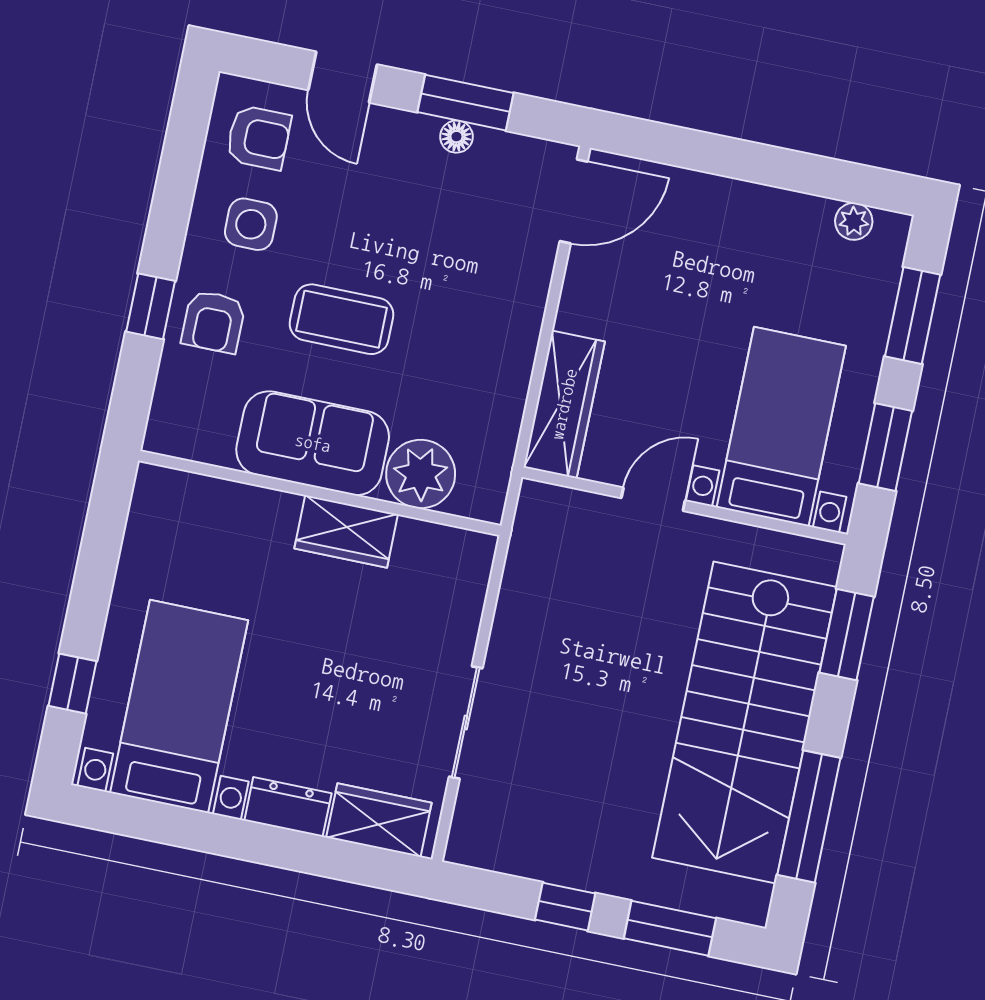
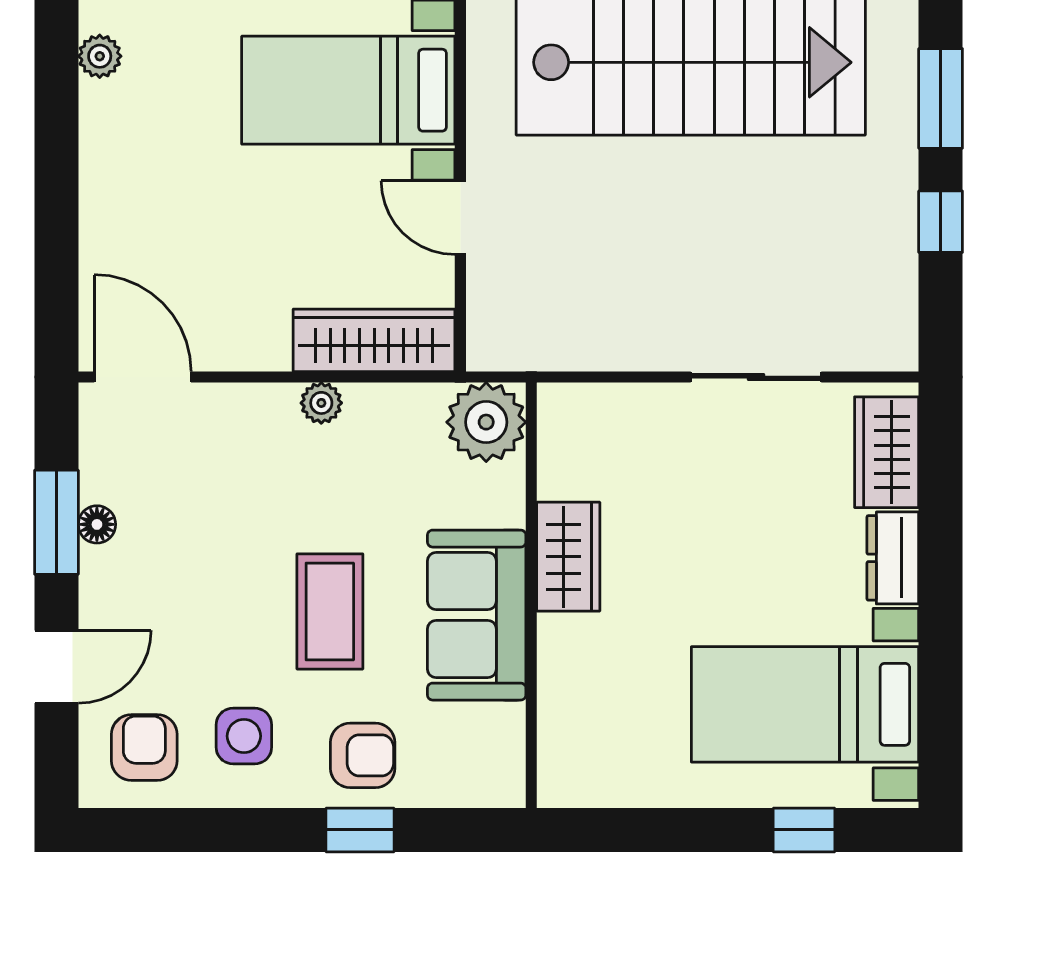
plant: (520, 349) -> (321, 403), added
plant: (421, 474) -> (486, 422), moved

